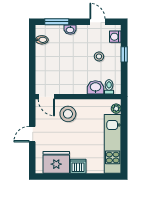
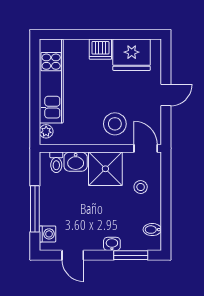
window: (124, 54) -> (35, 209), width x2.17
stool: (99, 56) -> (141, 187), moved
shower: (75, 82) -> (105, 169), added

